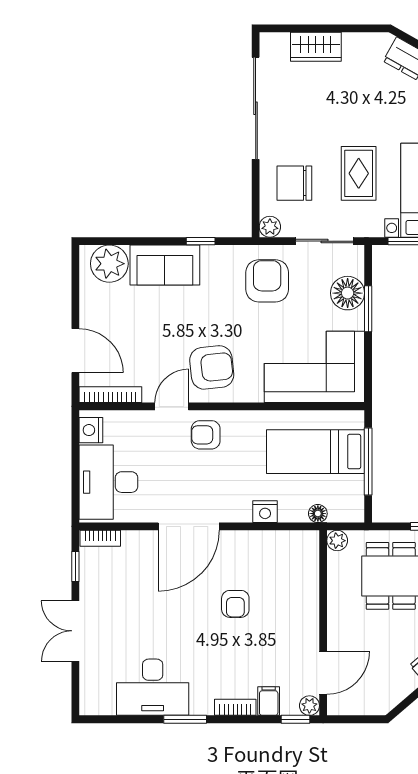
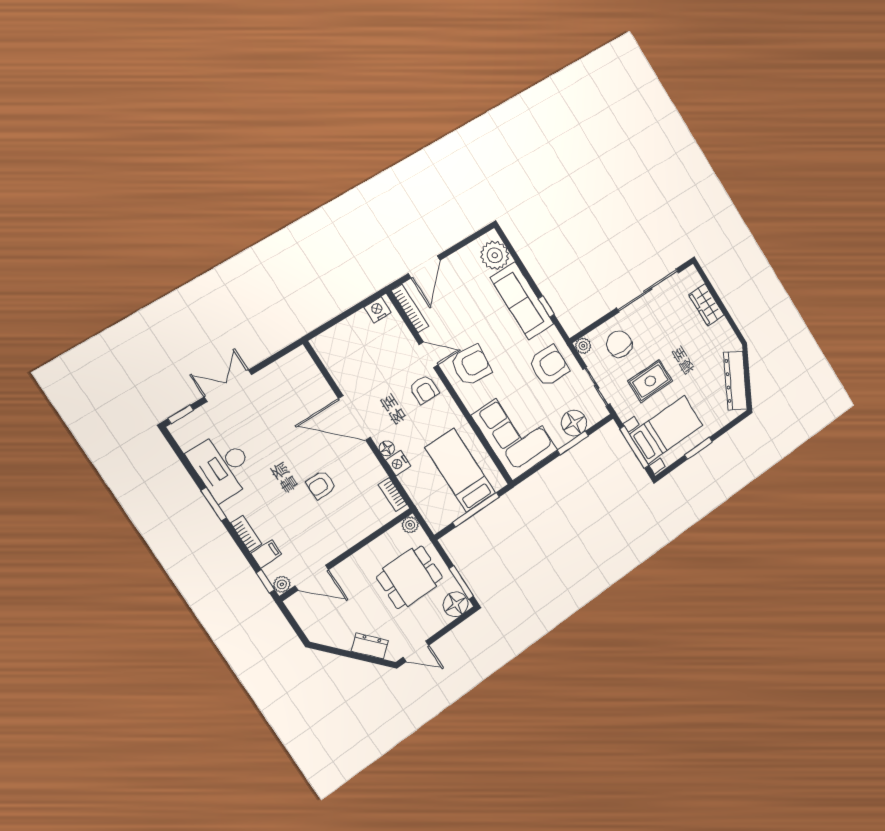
sofa: (165, 265) -> (522, 301), width x1.36
armchair: (212, 367) -> (471, 365), turned -79
armchair: (206, 435) -> (424, 390), turned 180
desk: (108, 482) -> (350, 344), removed
floor lamp: (318, 514) -> (387, 448), moved
bookcase: (100, 538) -> (393, 495), moved
window: (75, 566) -> (181, 414), moved

